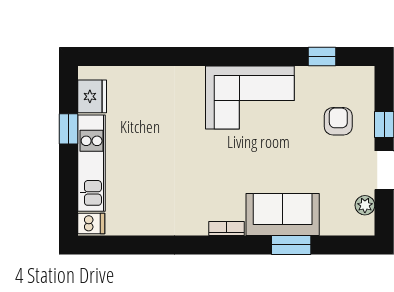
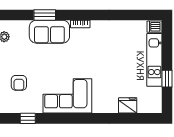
fridge: (92, 96) -> (128, 105), moved, turned 90

